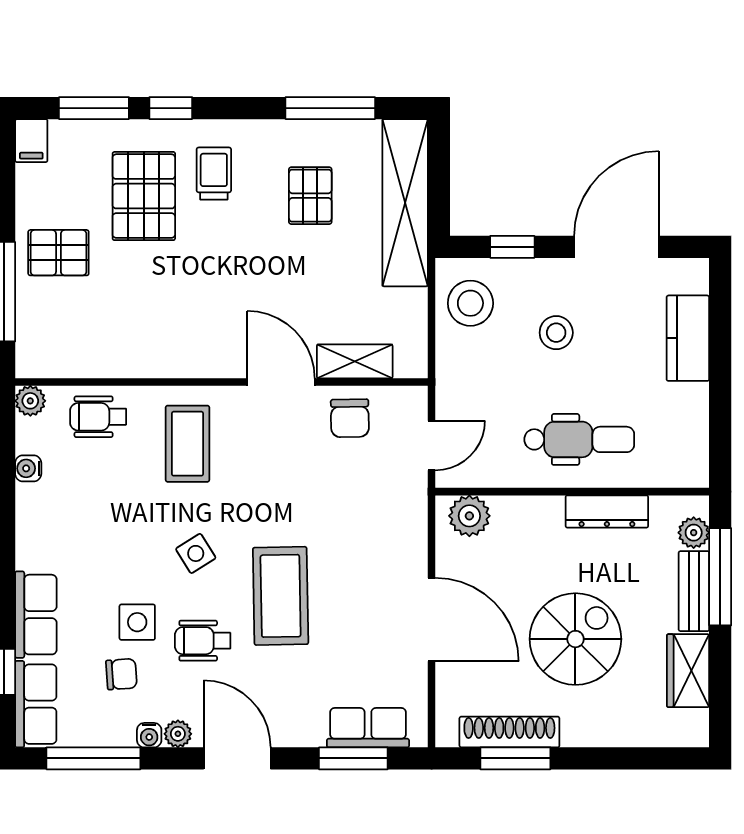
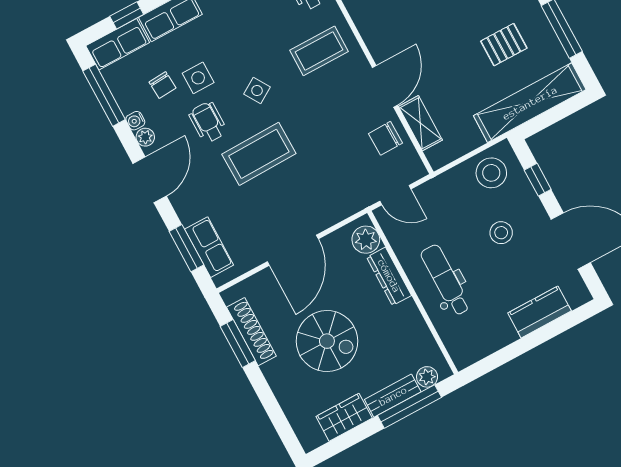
dental chair: (579, 439) -> (446, 280), turned 180
dresser: (607, 511) -> (389, 276), moved

